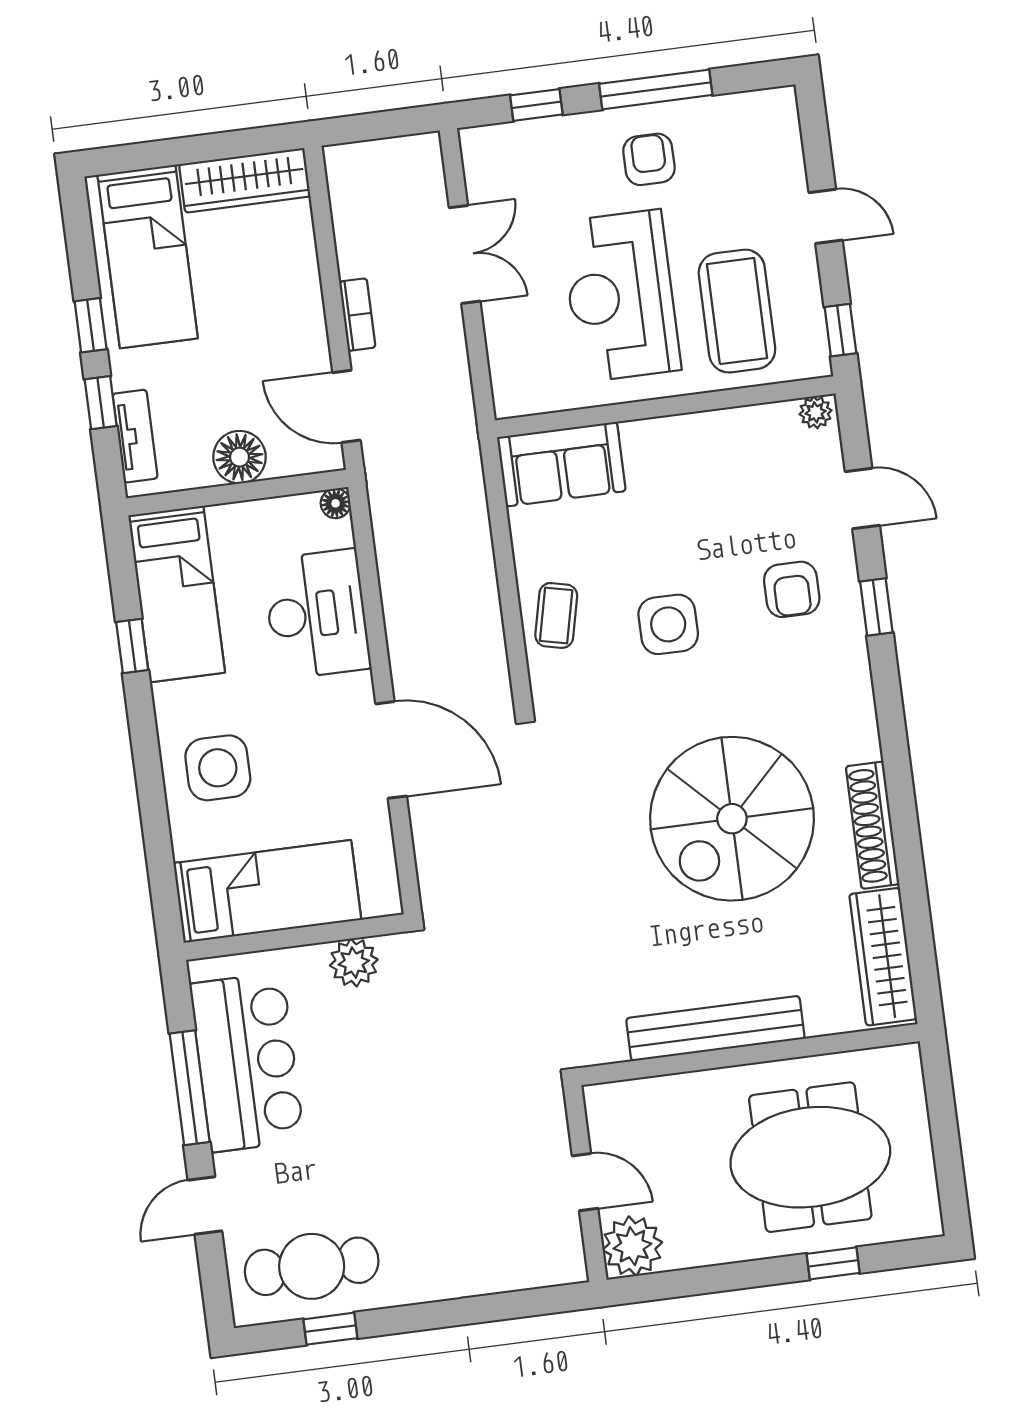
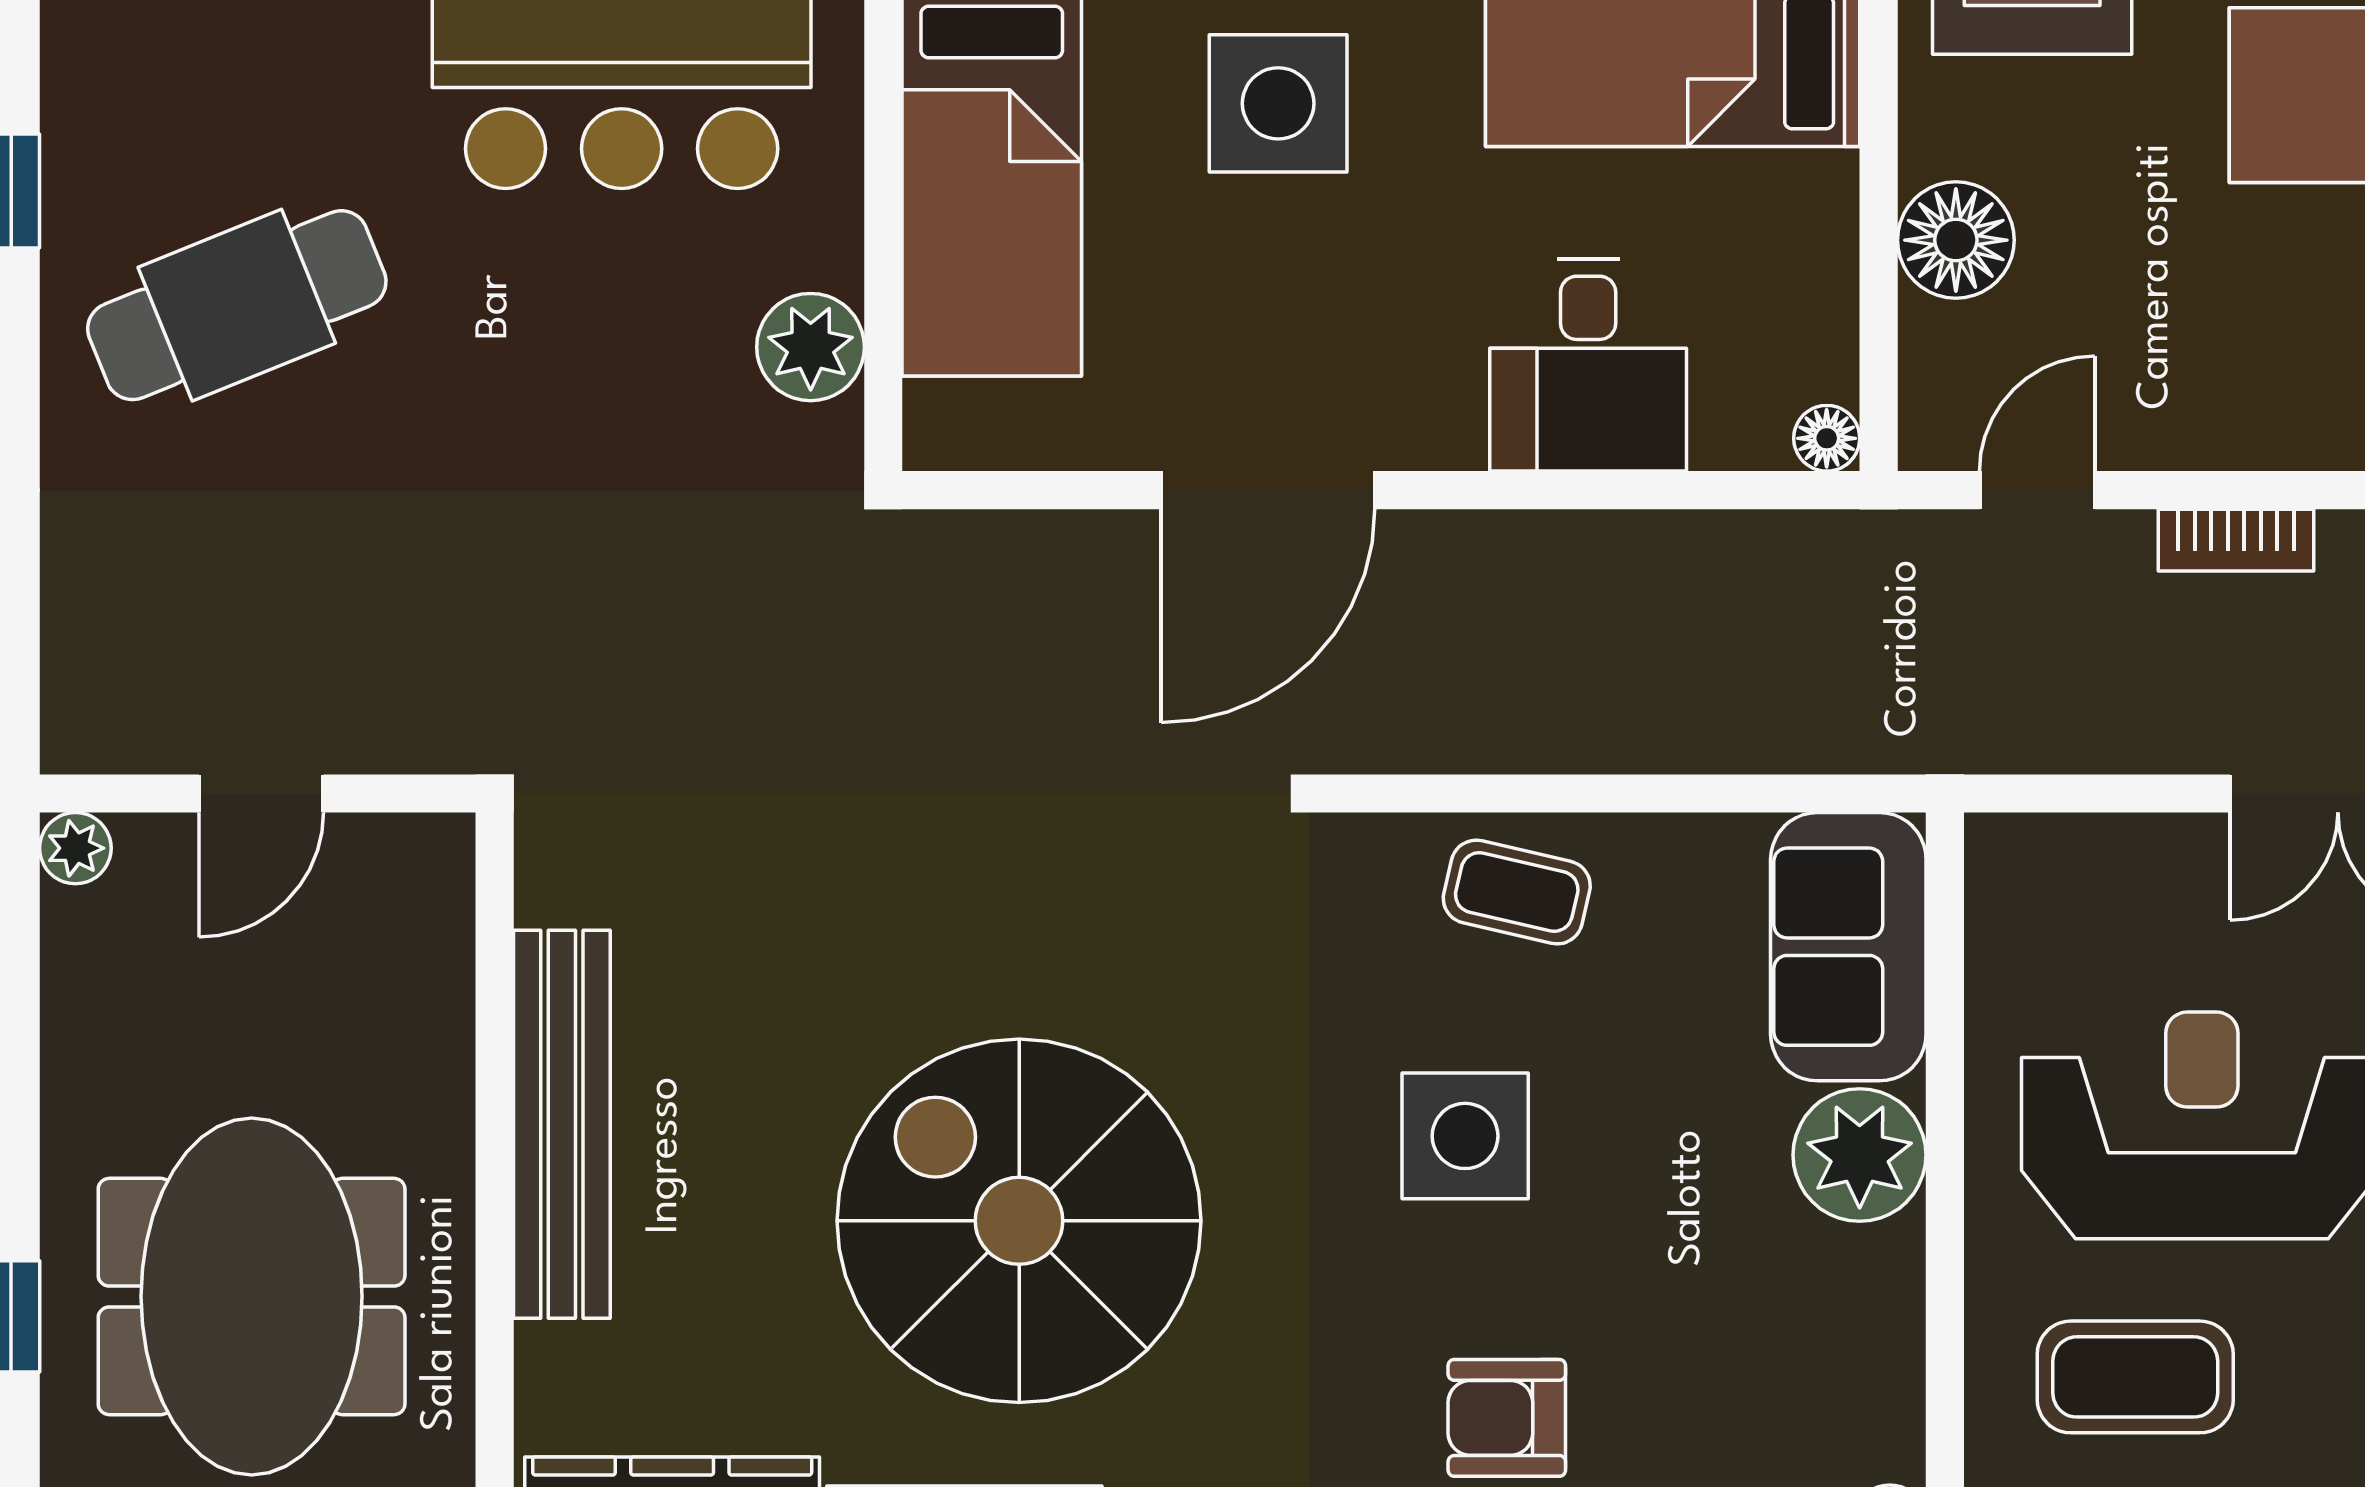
coffee table: (737, 311) -> (2135, 1377), width x0.73, depth x0.76
door: (347, 406) -> (2037, 490), width x0.73
plant: (654, 447) -> (1860, 1155), added
desk: (317, 614) -> (1588, 365), width x0.73
plant: (632, 1246) -> (75, 848), width x0.53, depth x0.53
cafe table: (312, 1266) -> (237, 305), moved, turned 68

